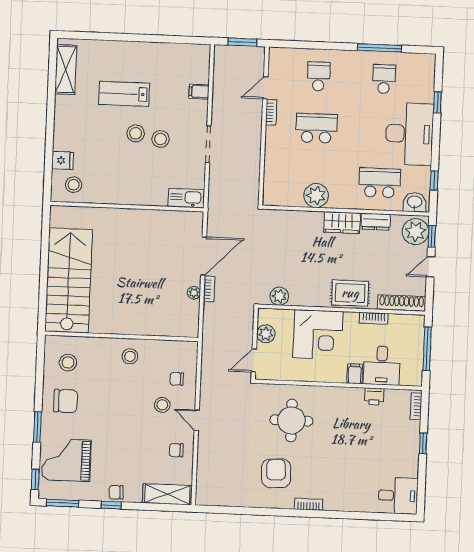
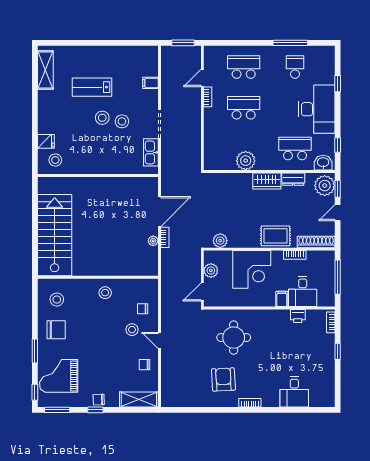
school desk: (319, 76) -> (244, 67), width x1.85
kitchen sink: (186, 198) -> (151, 152), moved, turned -90
desk: (398, 496) -> (294, 392), moved, turned 90

